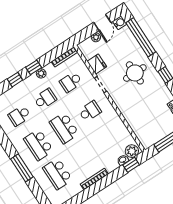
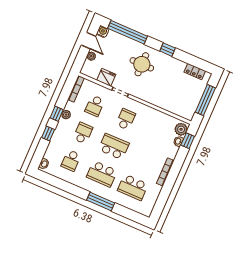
school desk: (64, 128) -> (114, 147), turned 180

